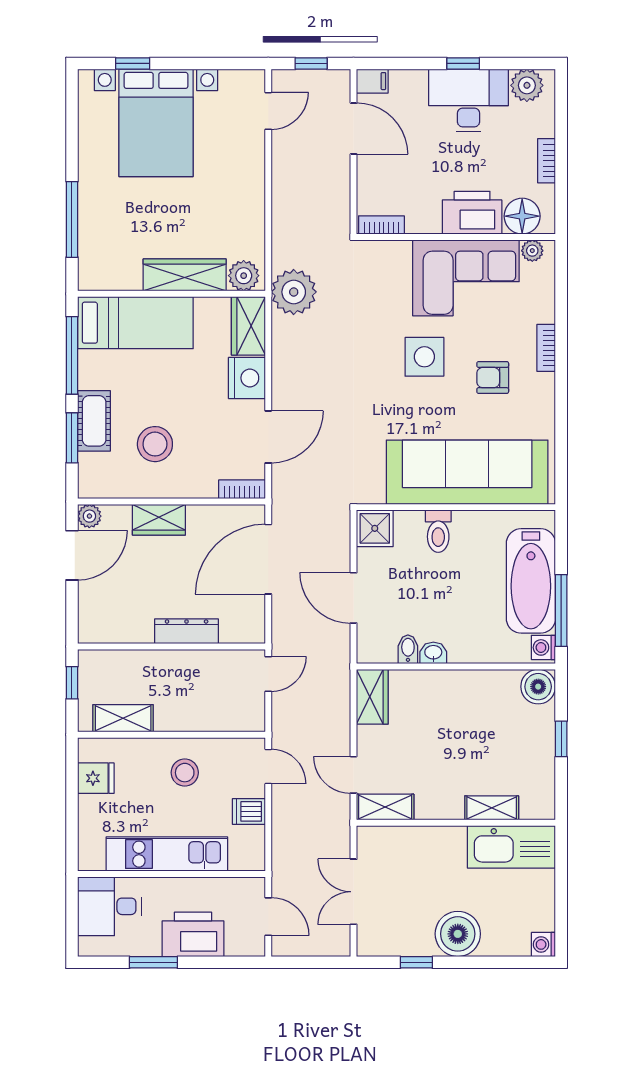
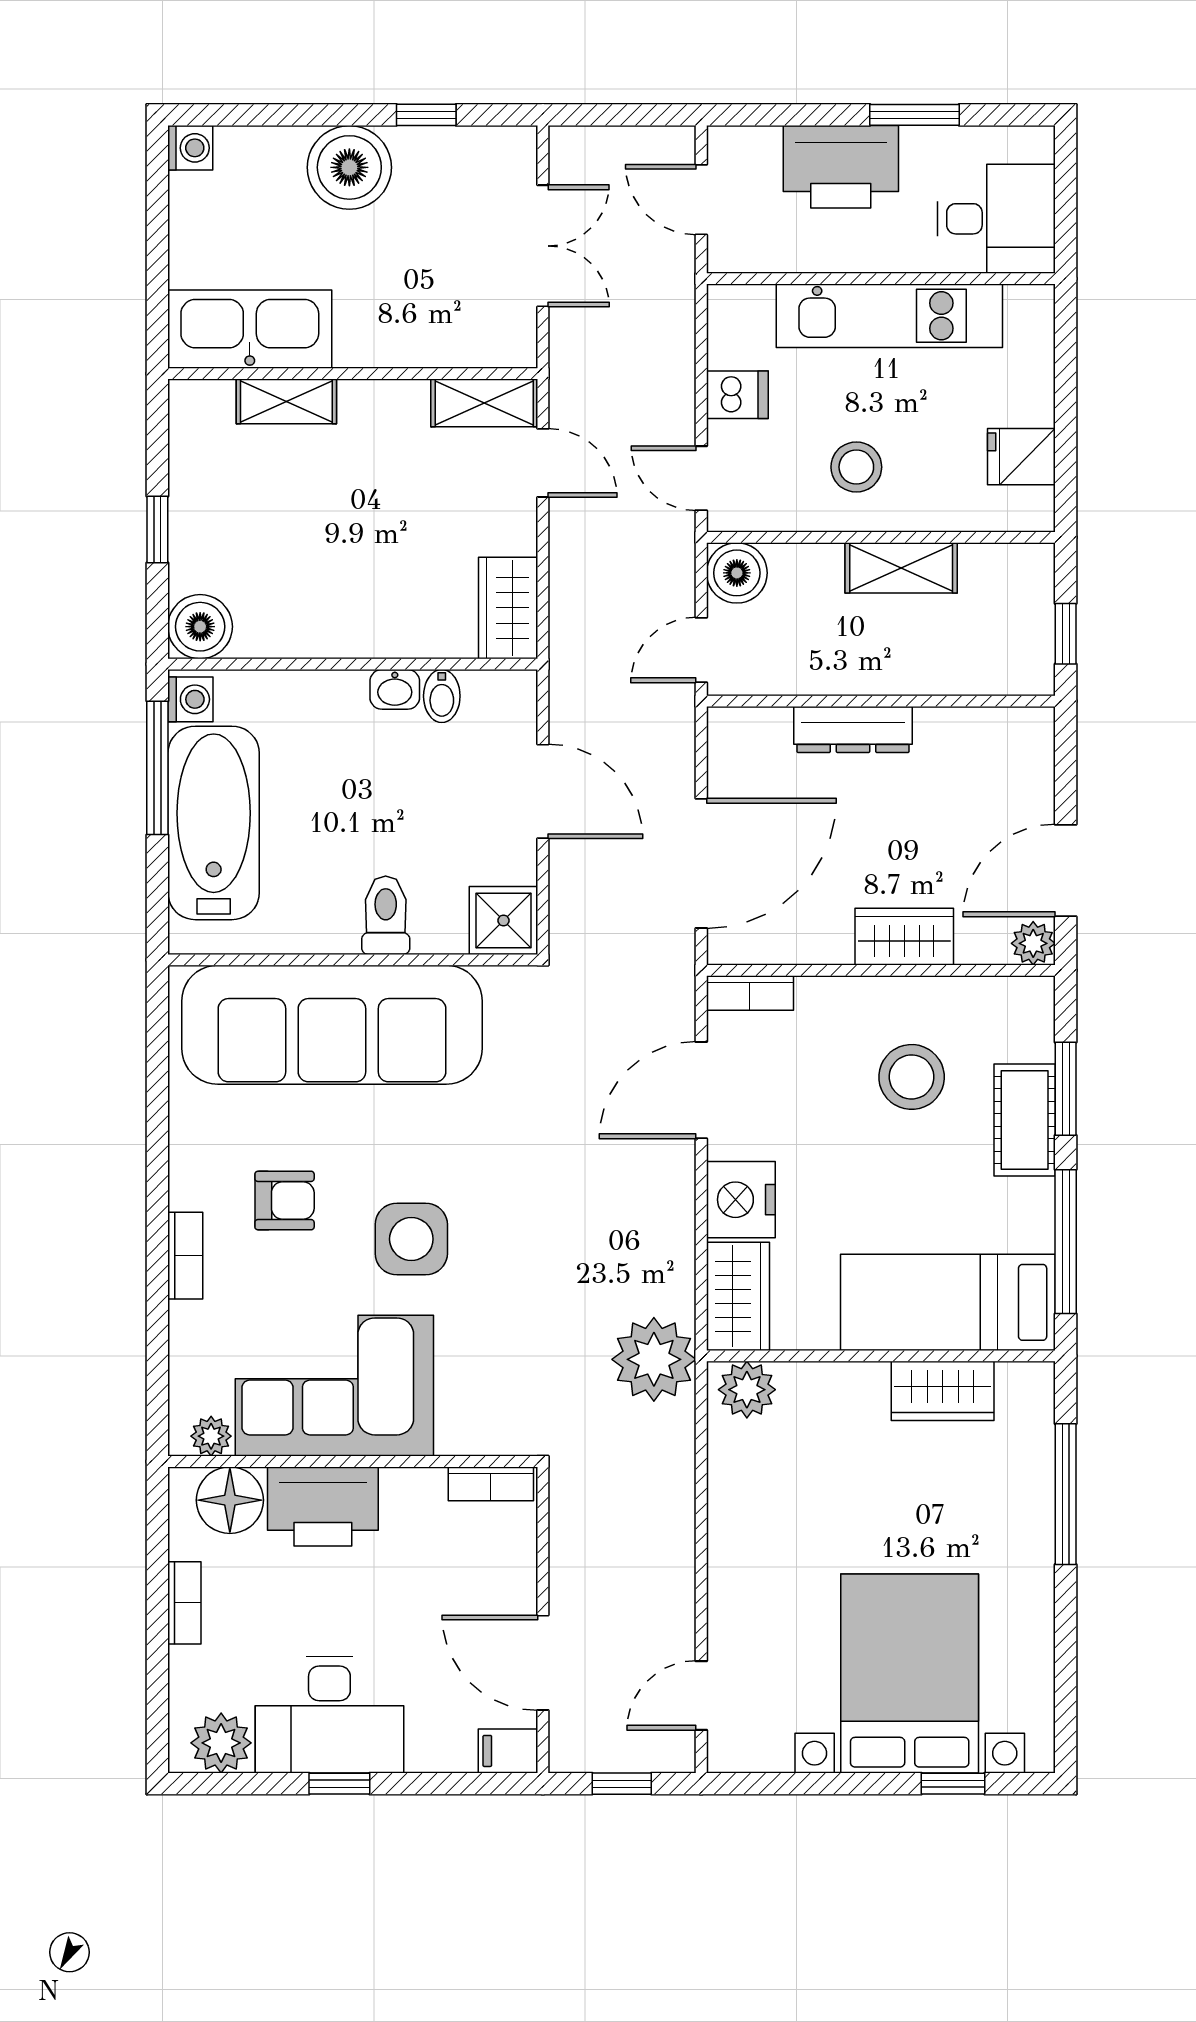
wardrobe: (185, 275) -> (943, 1391), moved, width x0.67
boiler: (249, 716) -> (737, 573), added
shelving: (123, 718) -> (901, 568), moved

